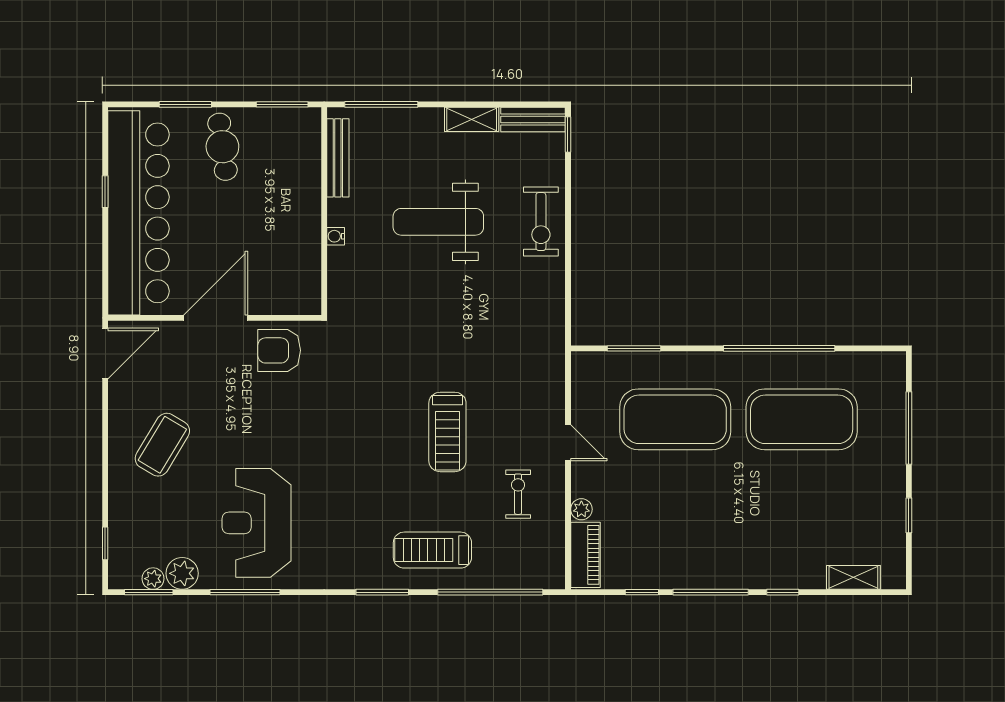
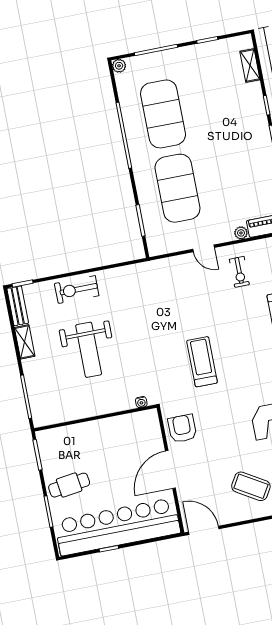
bench: (338, 158) -> (63, 416), removed
exercise bike: (541, 221) -> (77, 290), turned 180
water cooler: (336, 236) -> (141, 402), moved
door: (216, 318) -> (170, 470), hinge flipped
armchair: (279, 350) -> (182, 429), turned 180
plant: (895, 362) -> (119, 66), added
treadmill: (447, 432) -> (202, 362), moved, turned -90
door: (568, 443) -> (204, 248), swing flipped
exercise bike: (518, 494) -> (239, 272), turned -90

